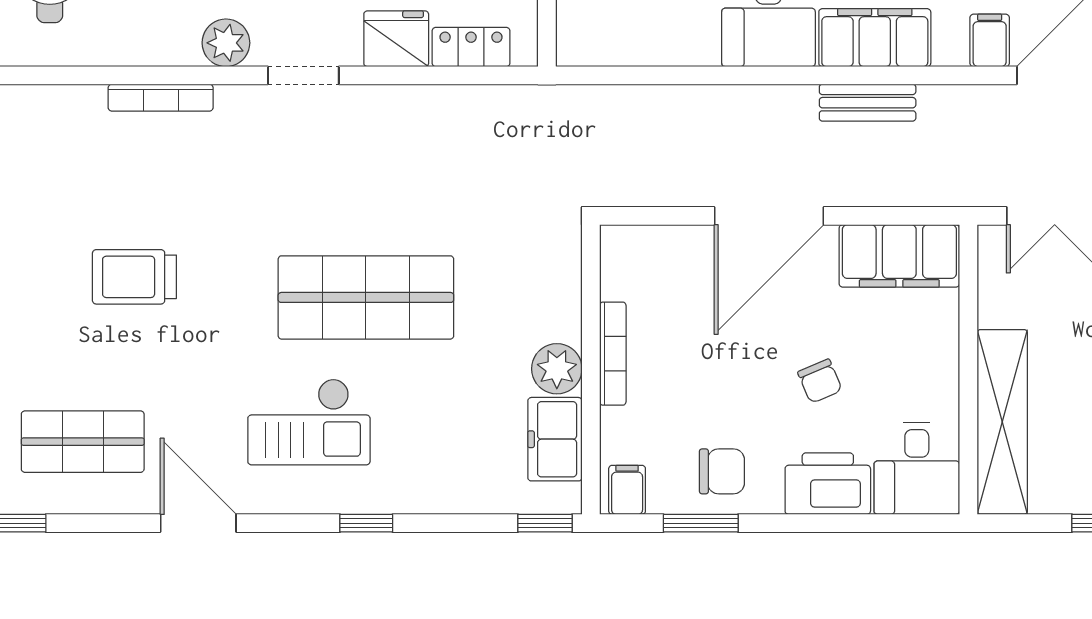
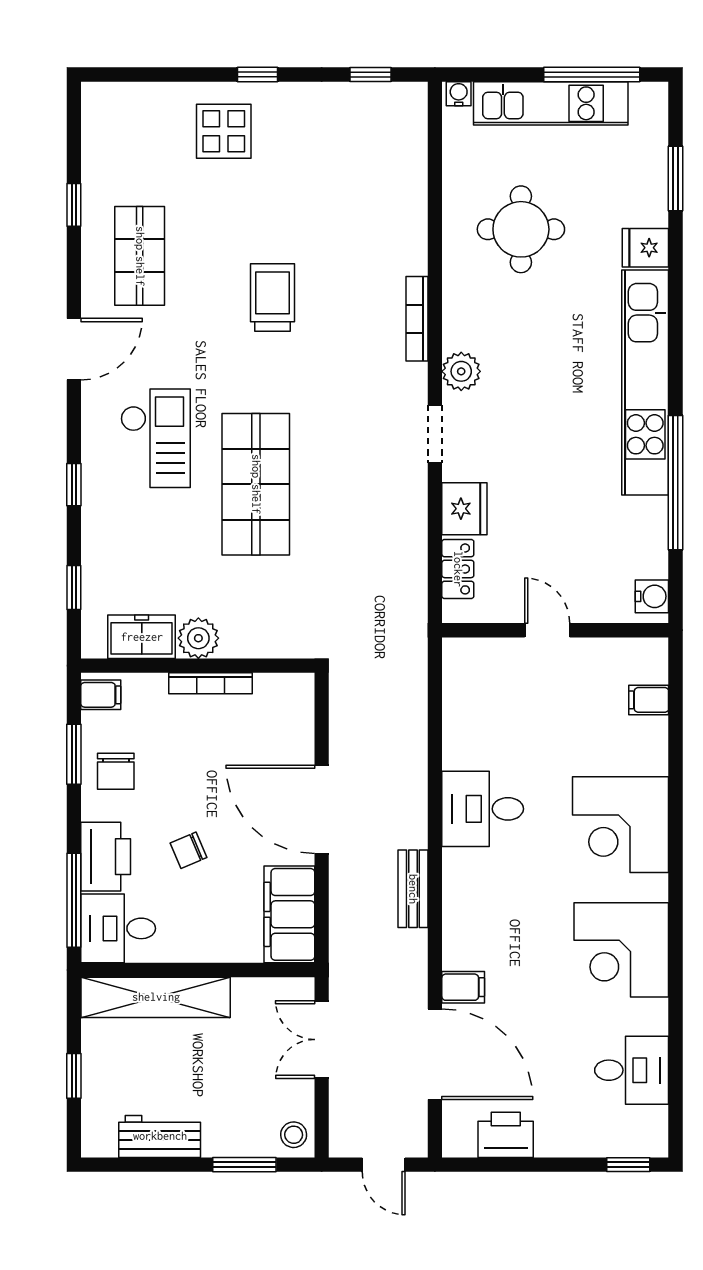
filing cabinet: (875, 38) -> (465, 895), removed
checkout: (309, 422) -> (156, 438), turned 180
window: (545, 523) -> (74, 587), moved
window: (882, 523) -> (74, 900), added

